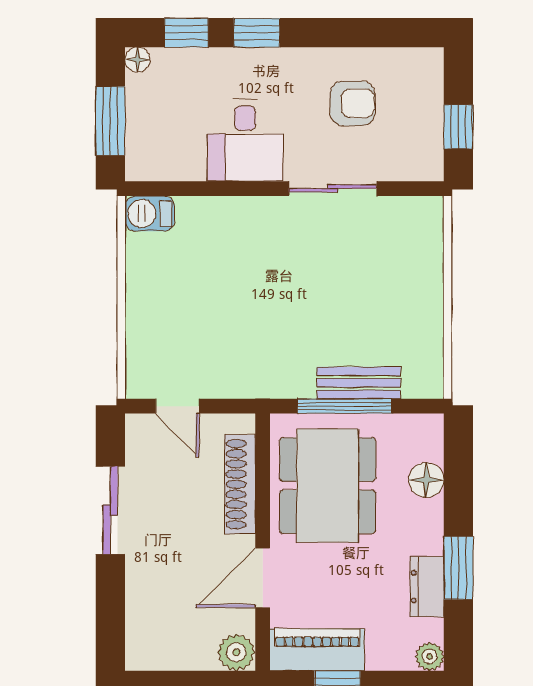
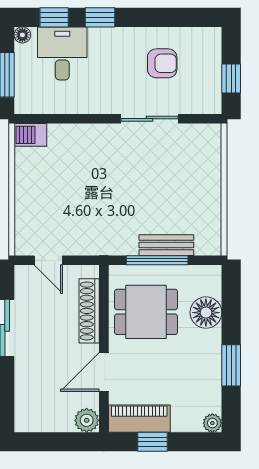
desk: (245, 140) -> (62, 53), moved, turned 180
floor lamp: (426, 480) -> (206, 313), width x1.38, depth x1.38
dining table: (328, 486) -> (146, 312), width x0.73
dresser: (427, 587) -> (211, 378), removed

